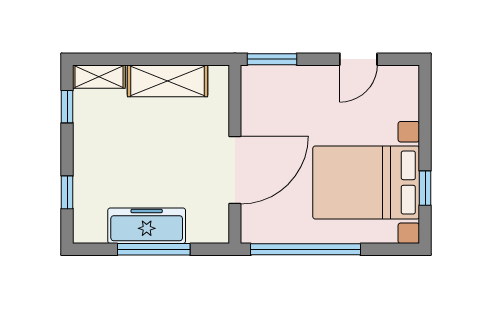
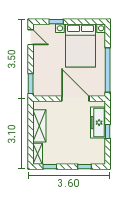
door: (358, 59) -> (31, 37), moved
window: (425, 188) -> (56, 22), moved
freezer: (147, 226) -> (98, 123), moved
window: (154, 249) -> (108, 131), width x0.46

